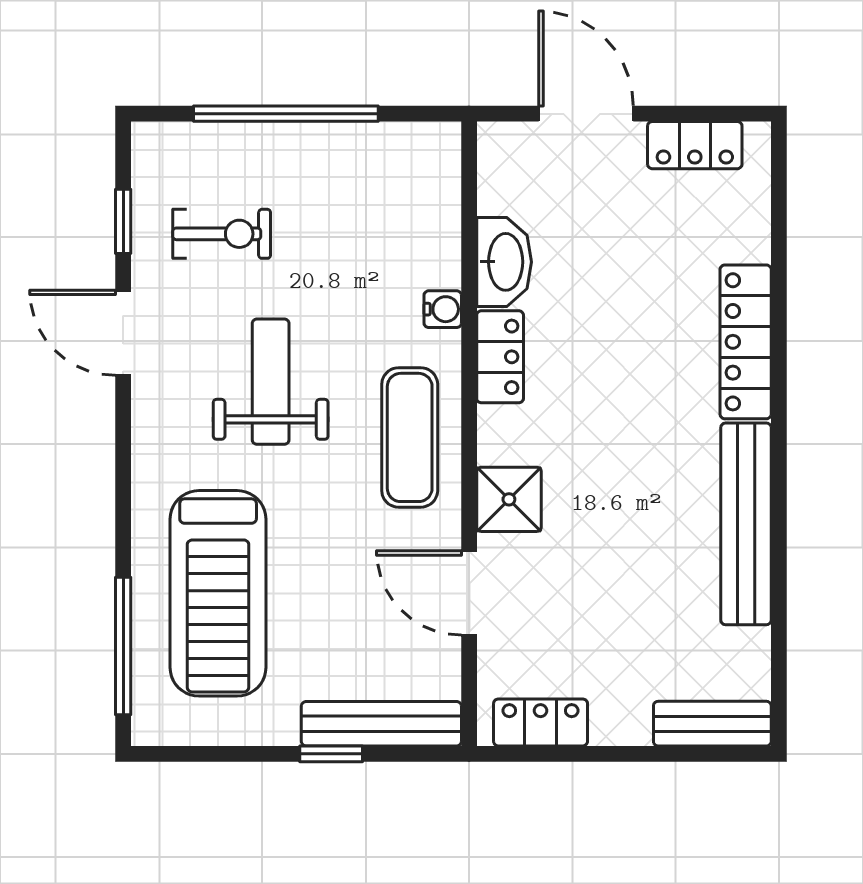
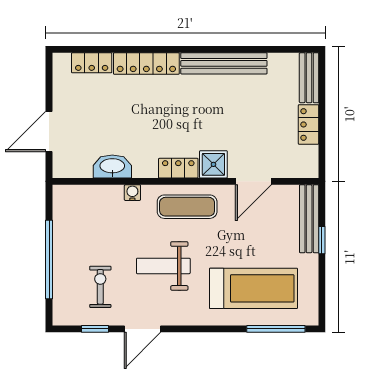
locker: (695, 145) -> (92, 63), moved, turned 90
locker: (500, 357) -> (178, 168), moved
locker: (541, 722) -> (309, 124), moved

